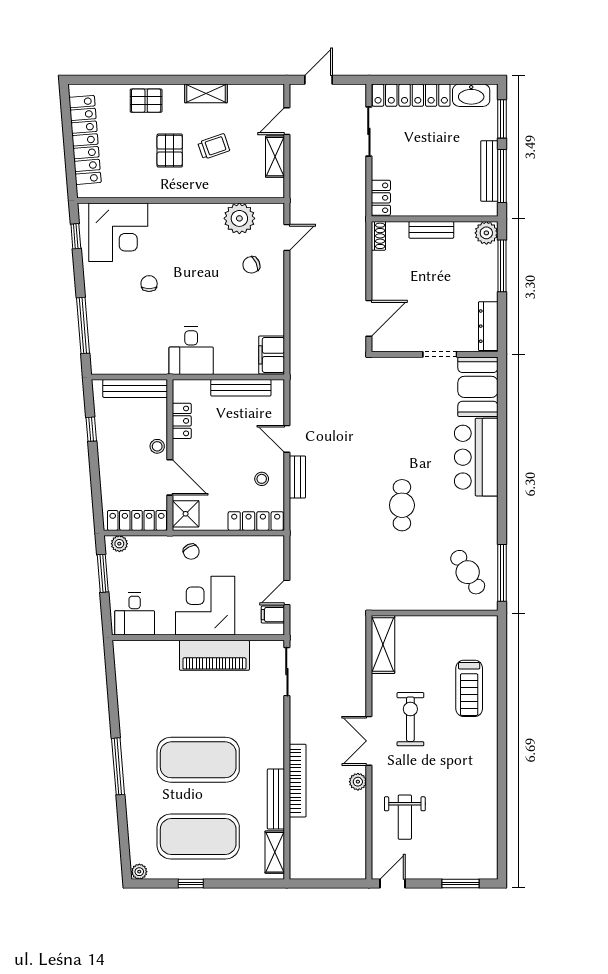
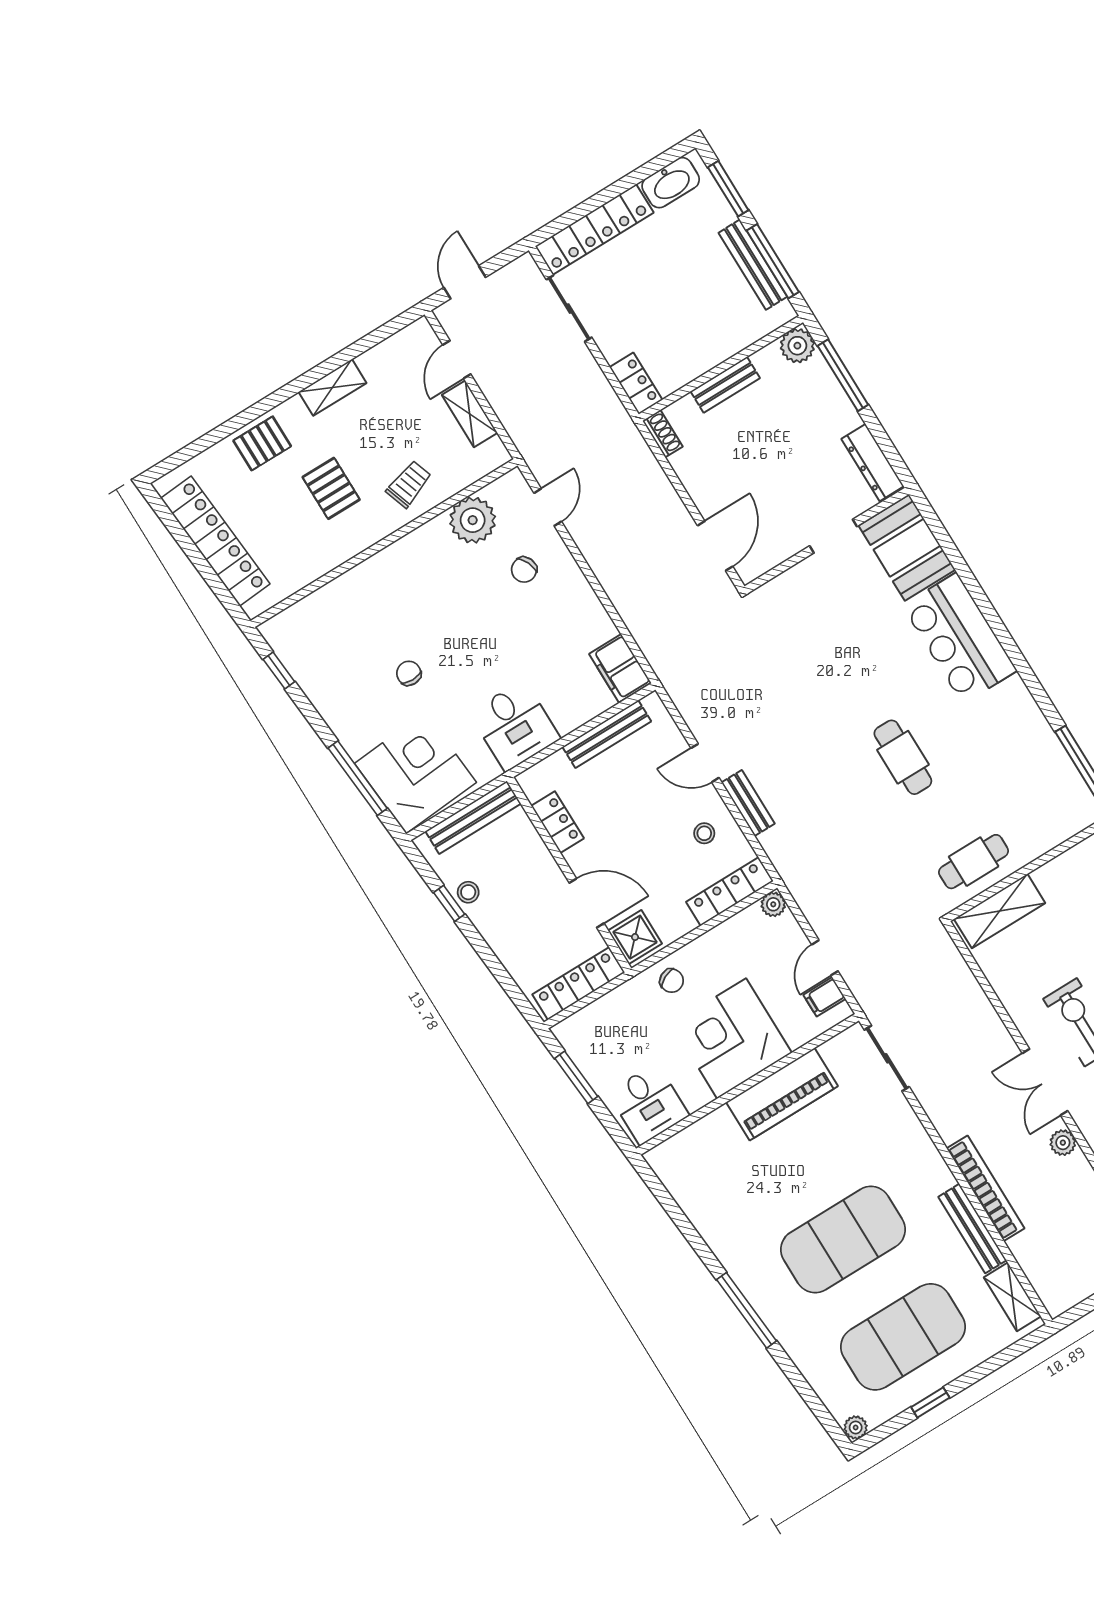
trolley: (214, 146) -> (409, 484), moved
corner desk: (118, 232) -> (415, 773), moved, turned -95
stool: (157, 446) -> (468, 892), moved
plant: (119, 544) -> (773, 904), moved
cafe table: (468, 572) -> (974, 862), moved, turned -58
shelving: (383, 645) -> (1000, 911), moved, turned 90

